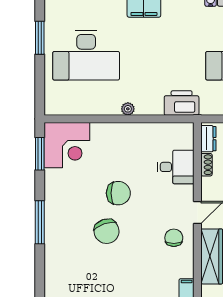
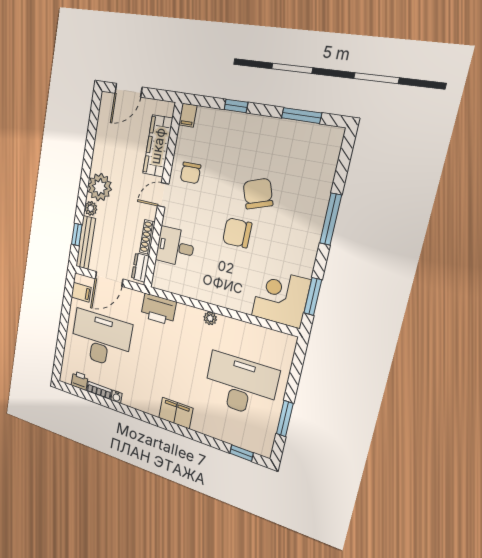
shoe rack: (206, 165) -> (147, 237), width x1.43

